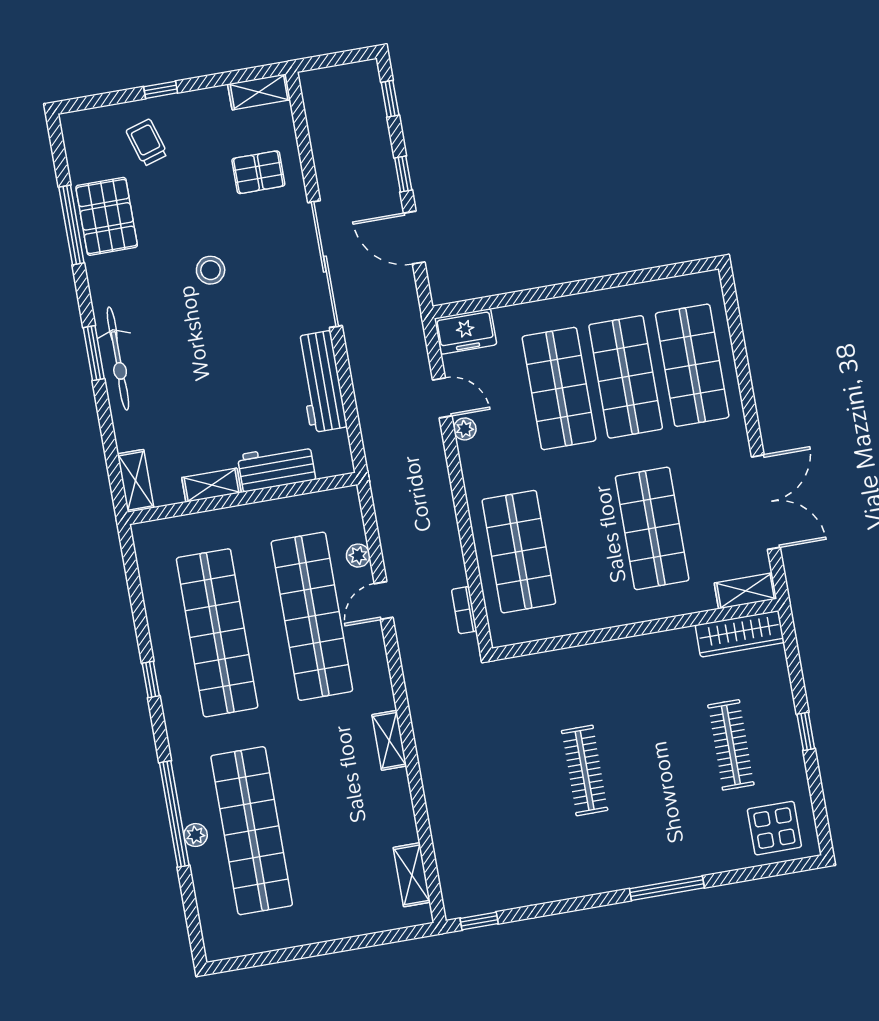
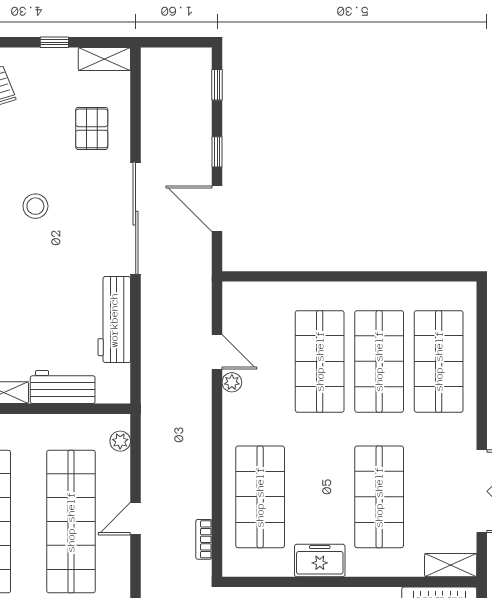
window: (161, 90) -> (54, 42), moved
pallet: (258, 172) -> (92, 128), turned 90
freezer: (465, 331) -> (320, 560), moved, turned 180
plant: (358, 556) -> (120, 441), moved

